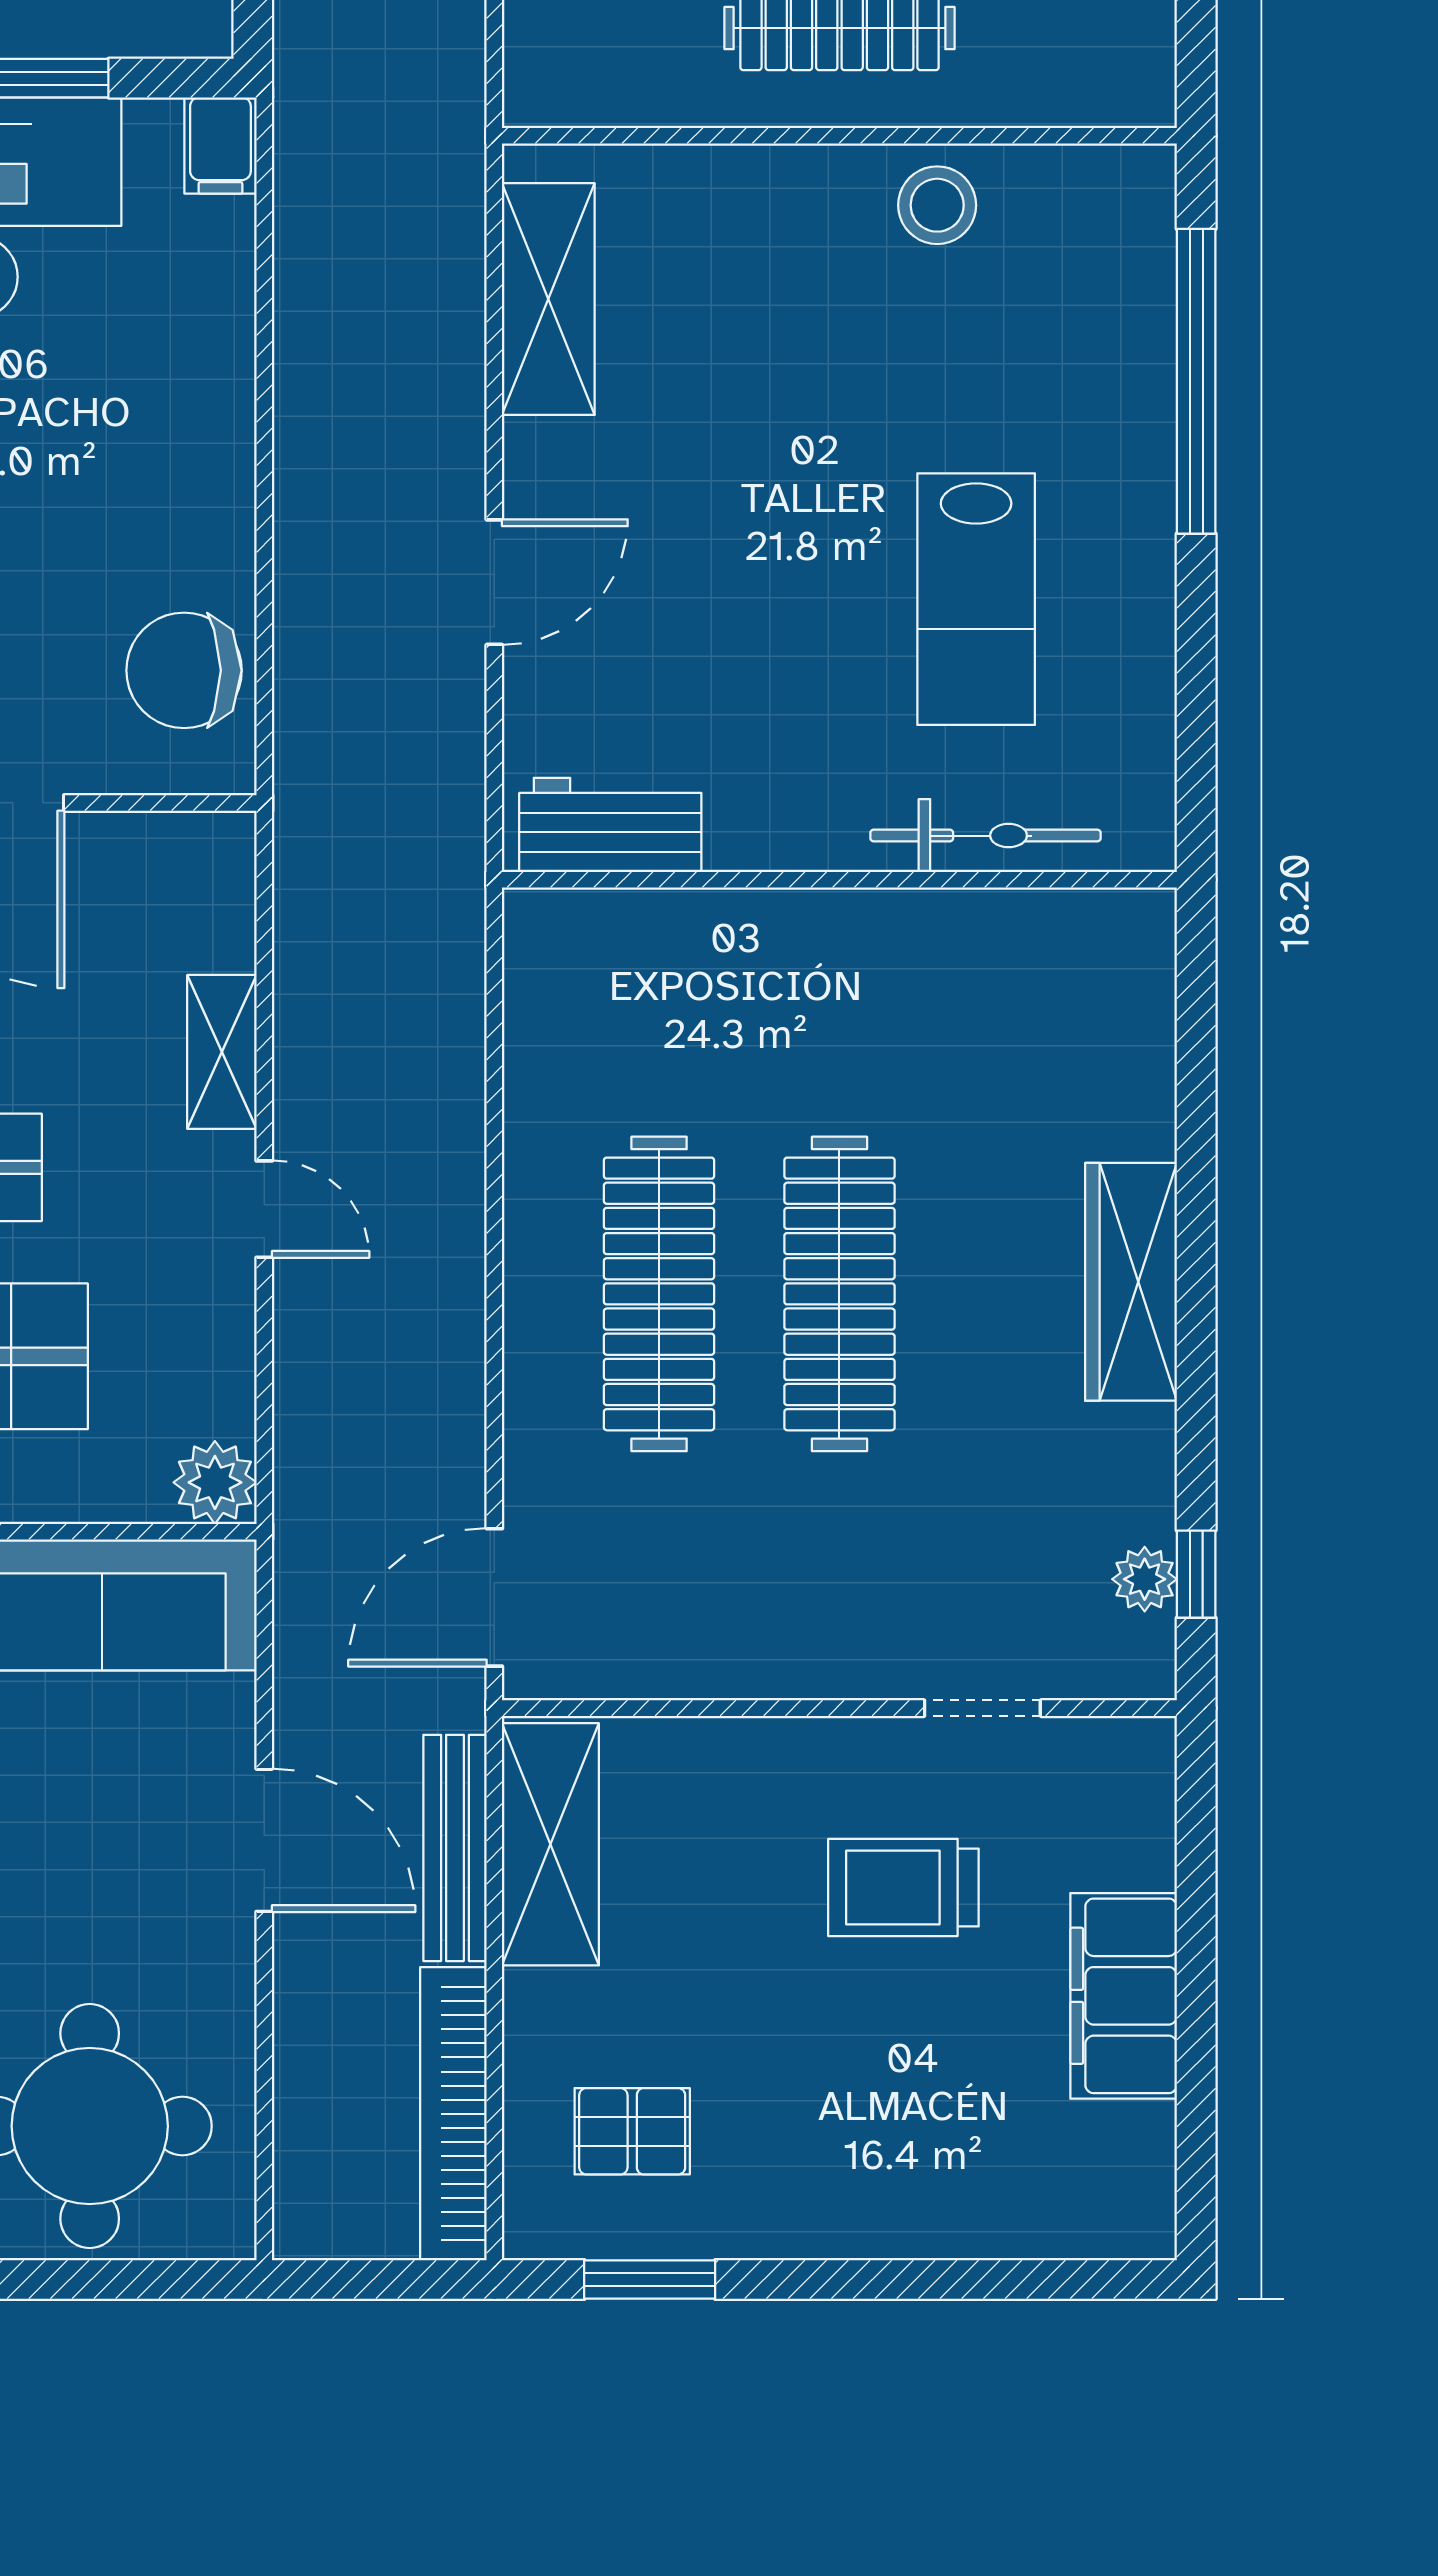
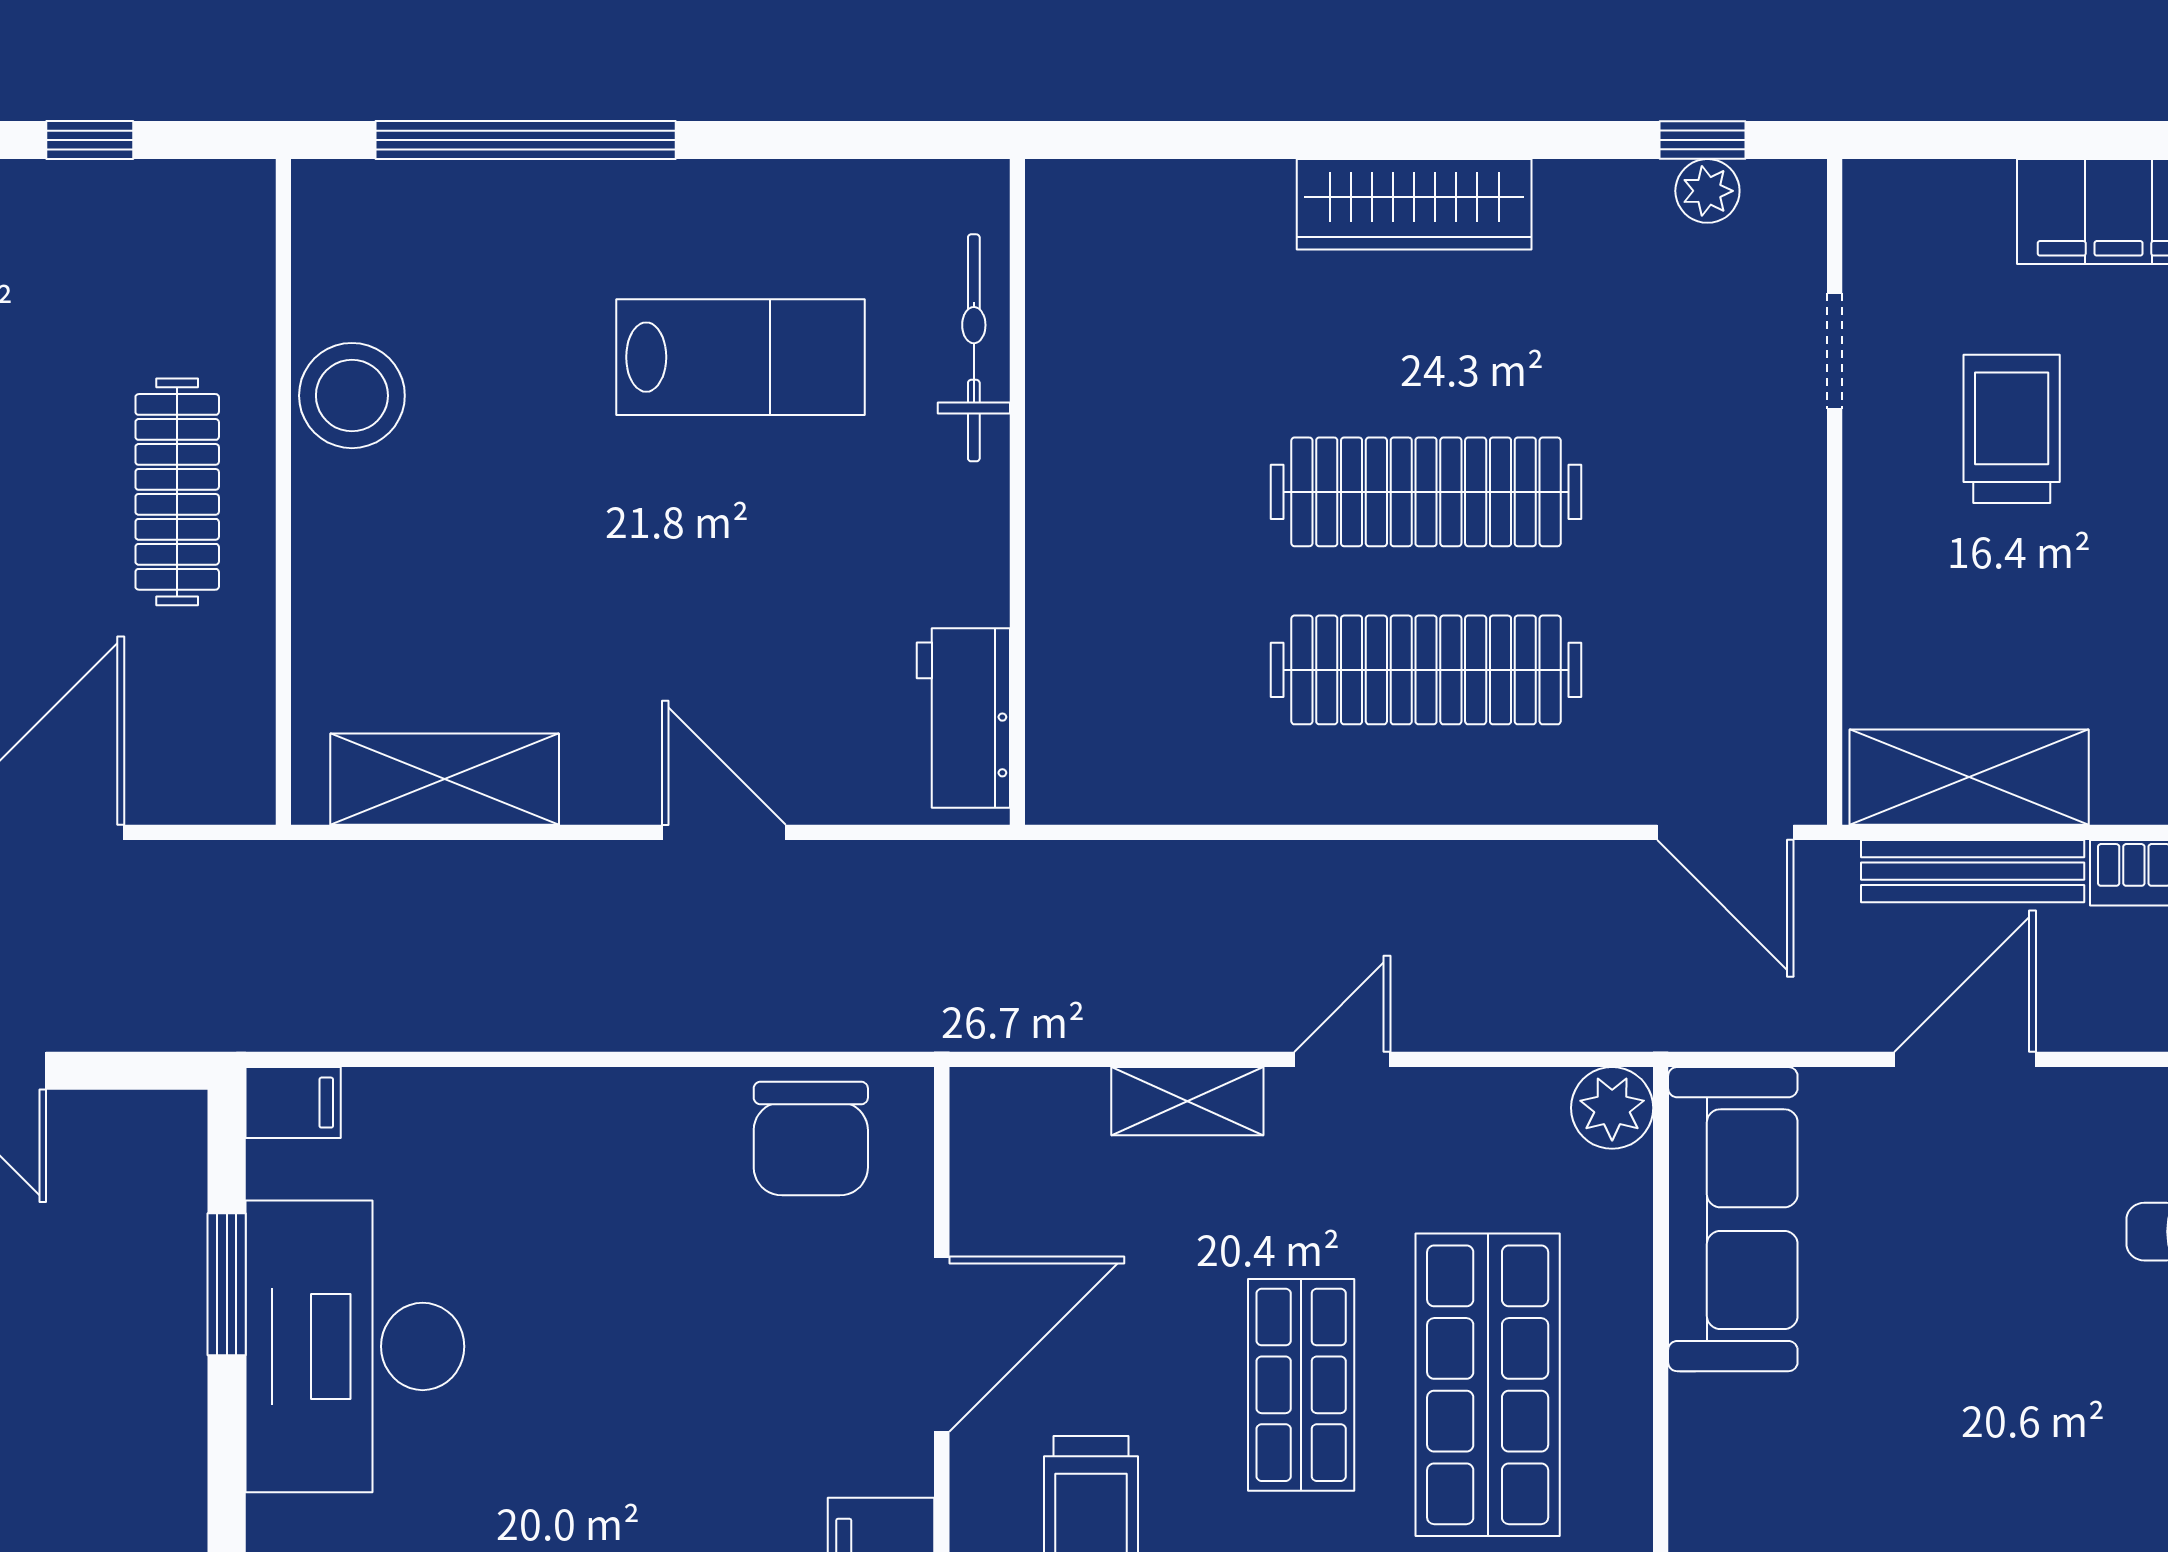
stool: (937, 205) -> (352, 396), width x1.38, depth x1.38
trolley: (903, 1888) -> (2012, 429), turned 180

